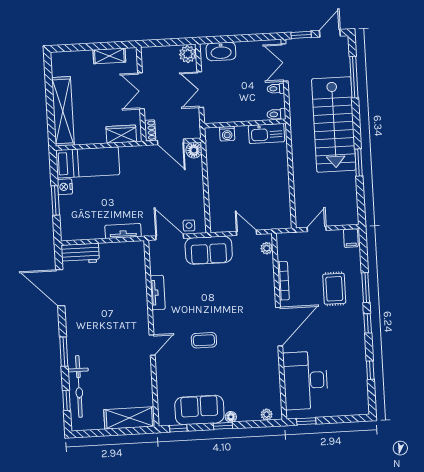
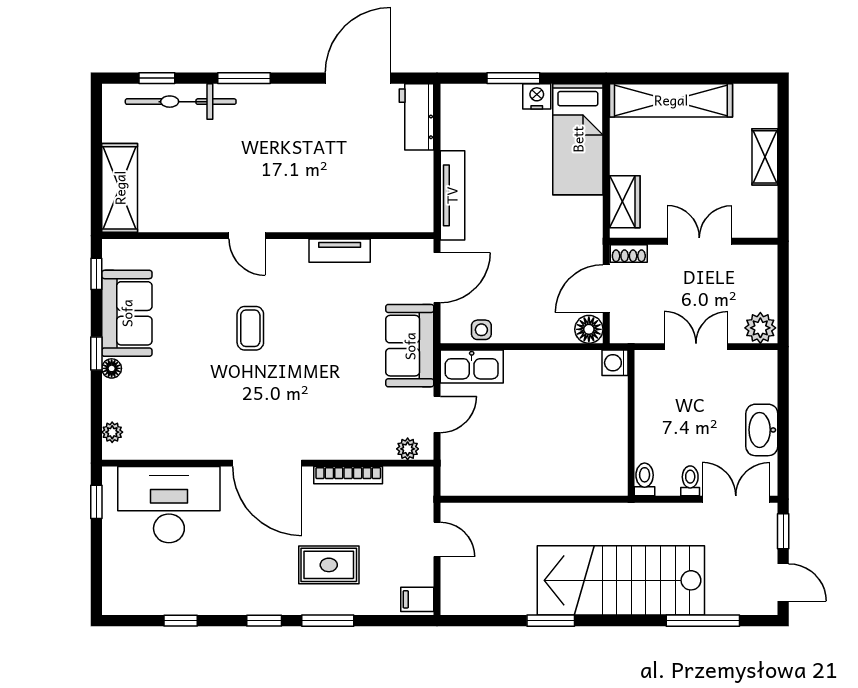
washbasin: (221, 51) -> (762, 430), moved
shelving: (109, 56) -> (765, 157), moved
washing machine: (227, 134) -> (615, 363), moved
kitchen sink: (266, 134) -> (472, 366), moved, turned -90
side table: (189, 225) -> (481, 330), moved
tv unit: (123, 231) -> (452, 195), width x1.41

